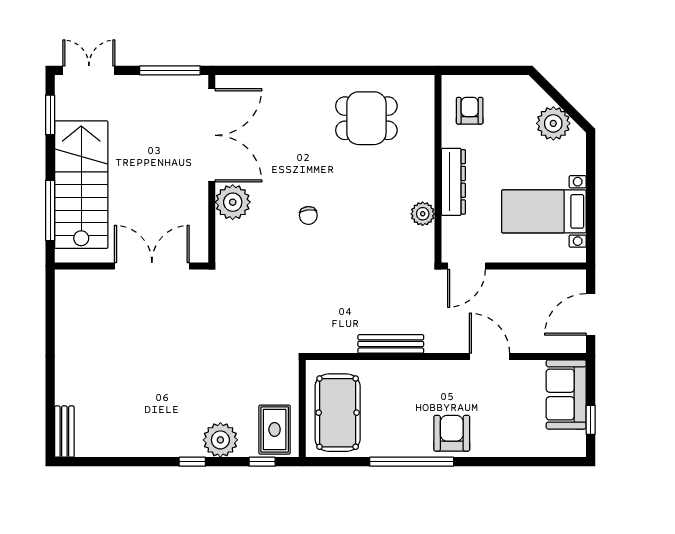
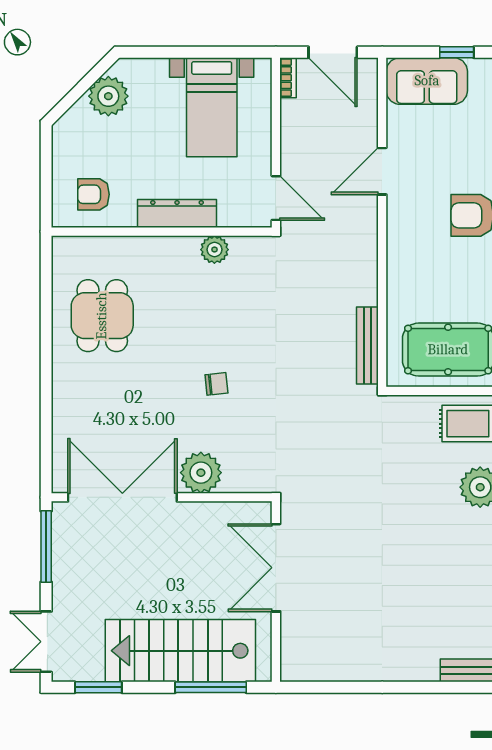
bookcase: (569, 276) -> (288, 78), added
bench: (391, 344) -> (367, 345), moved

